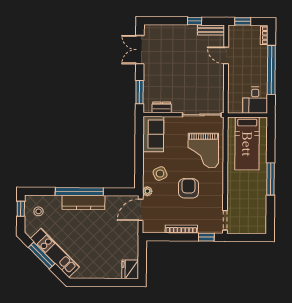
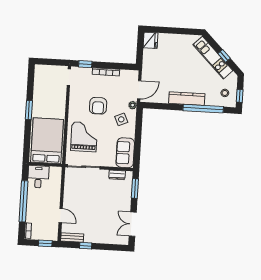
double door: (140, 50) -> (133, 224), swing flipped
bed: (247, 144) -> (47, 141), width x1.50
window: (271, 179) -> (29, 110), width x0.69
window: (79, 192) -> (203, 109), moved
window: (42, 255) -> (224, 56), width x0.46

